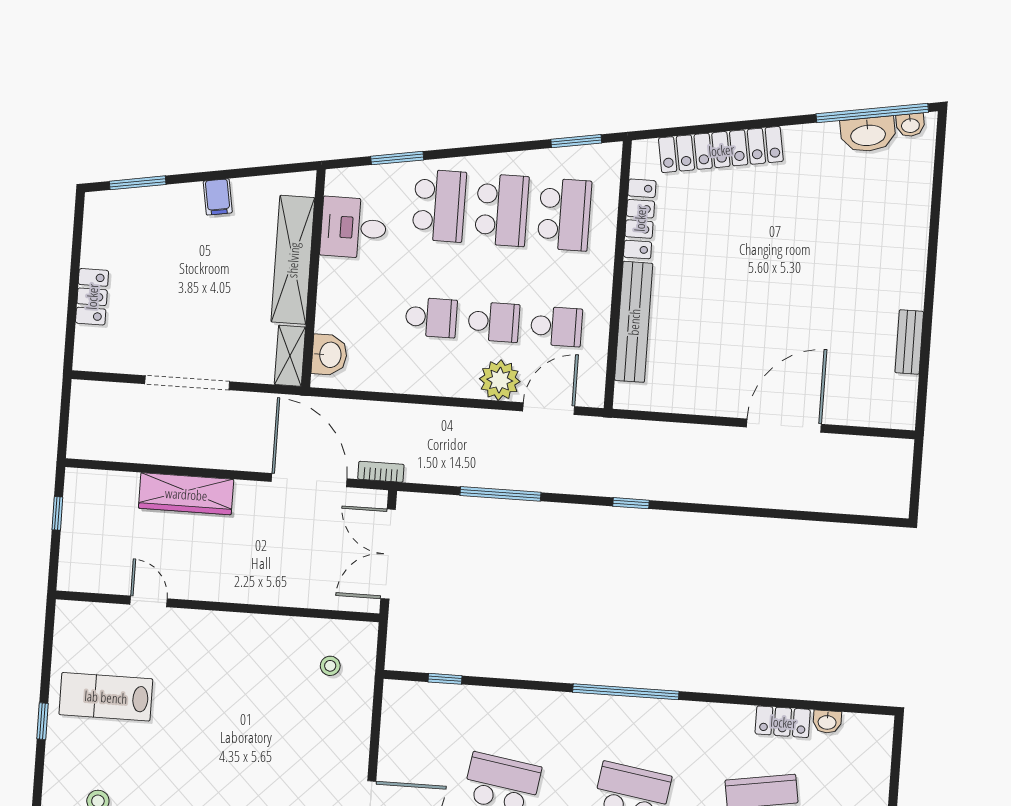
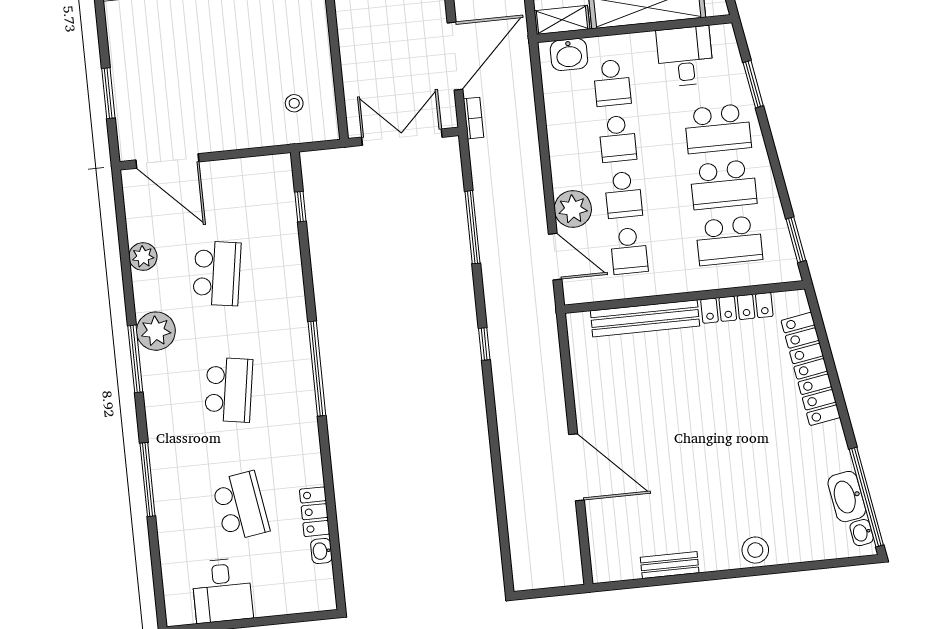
stool: (909, 245) -> (755, 550), added
school desk: (369, 313) -> (612, 83), added

